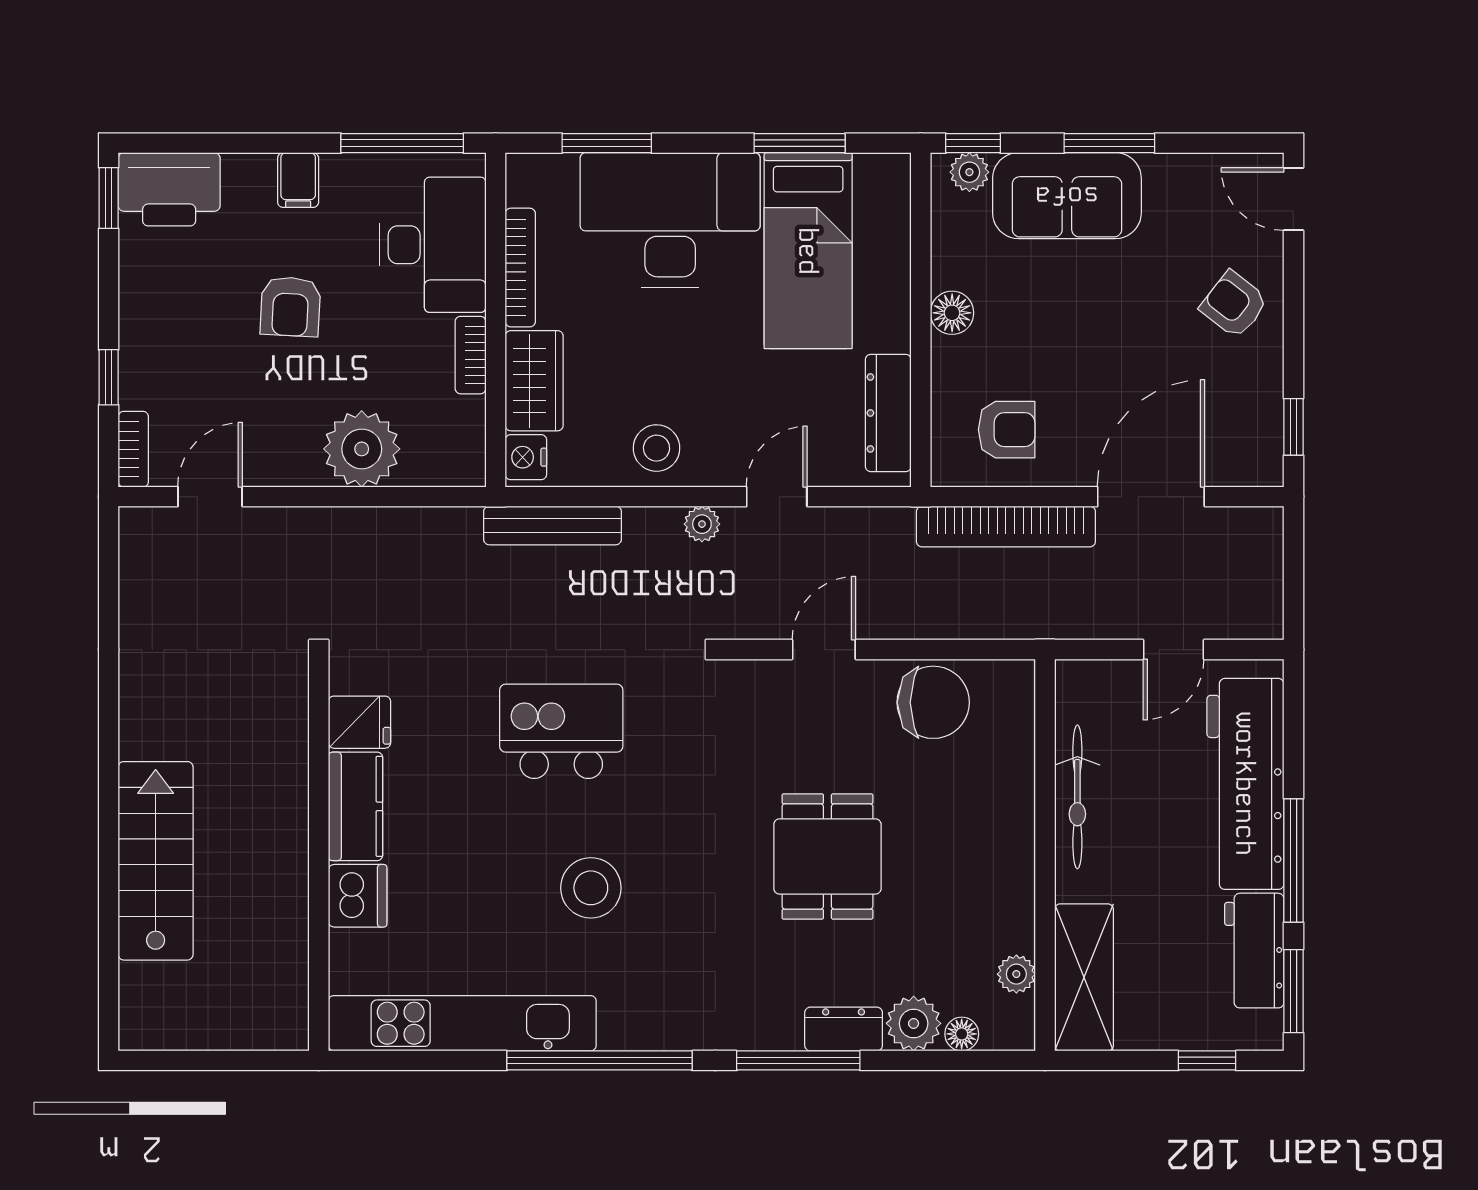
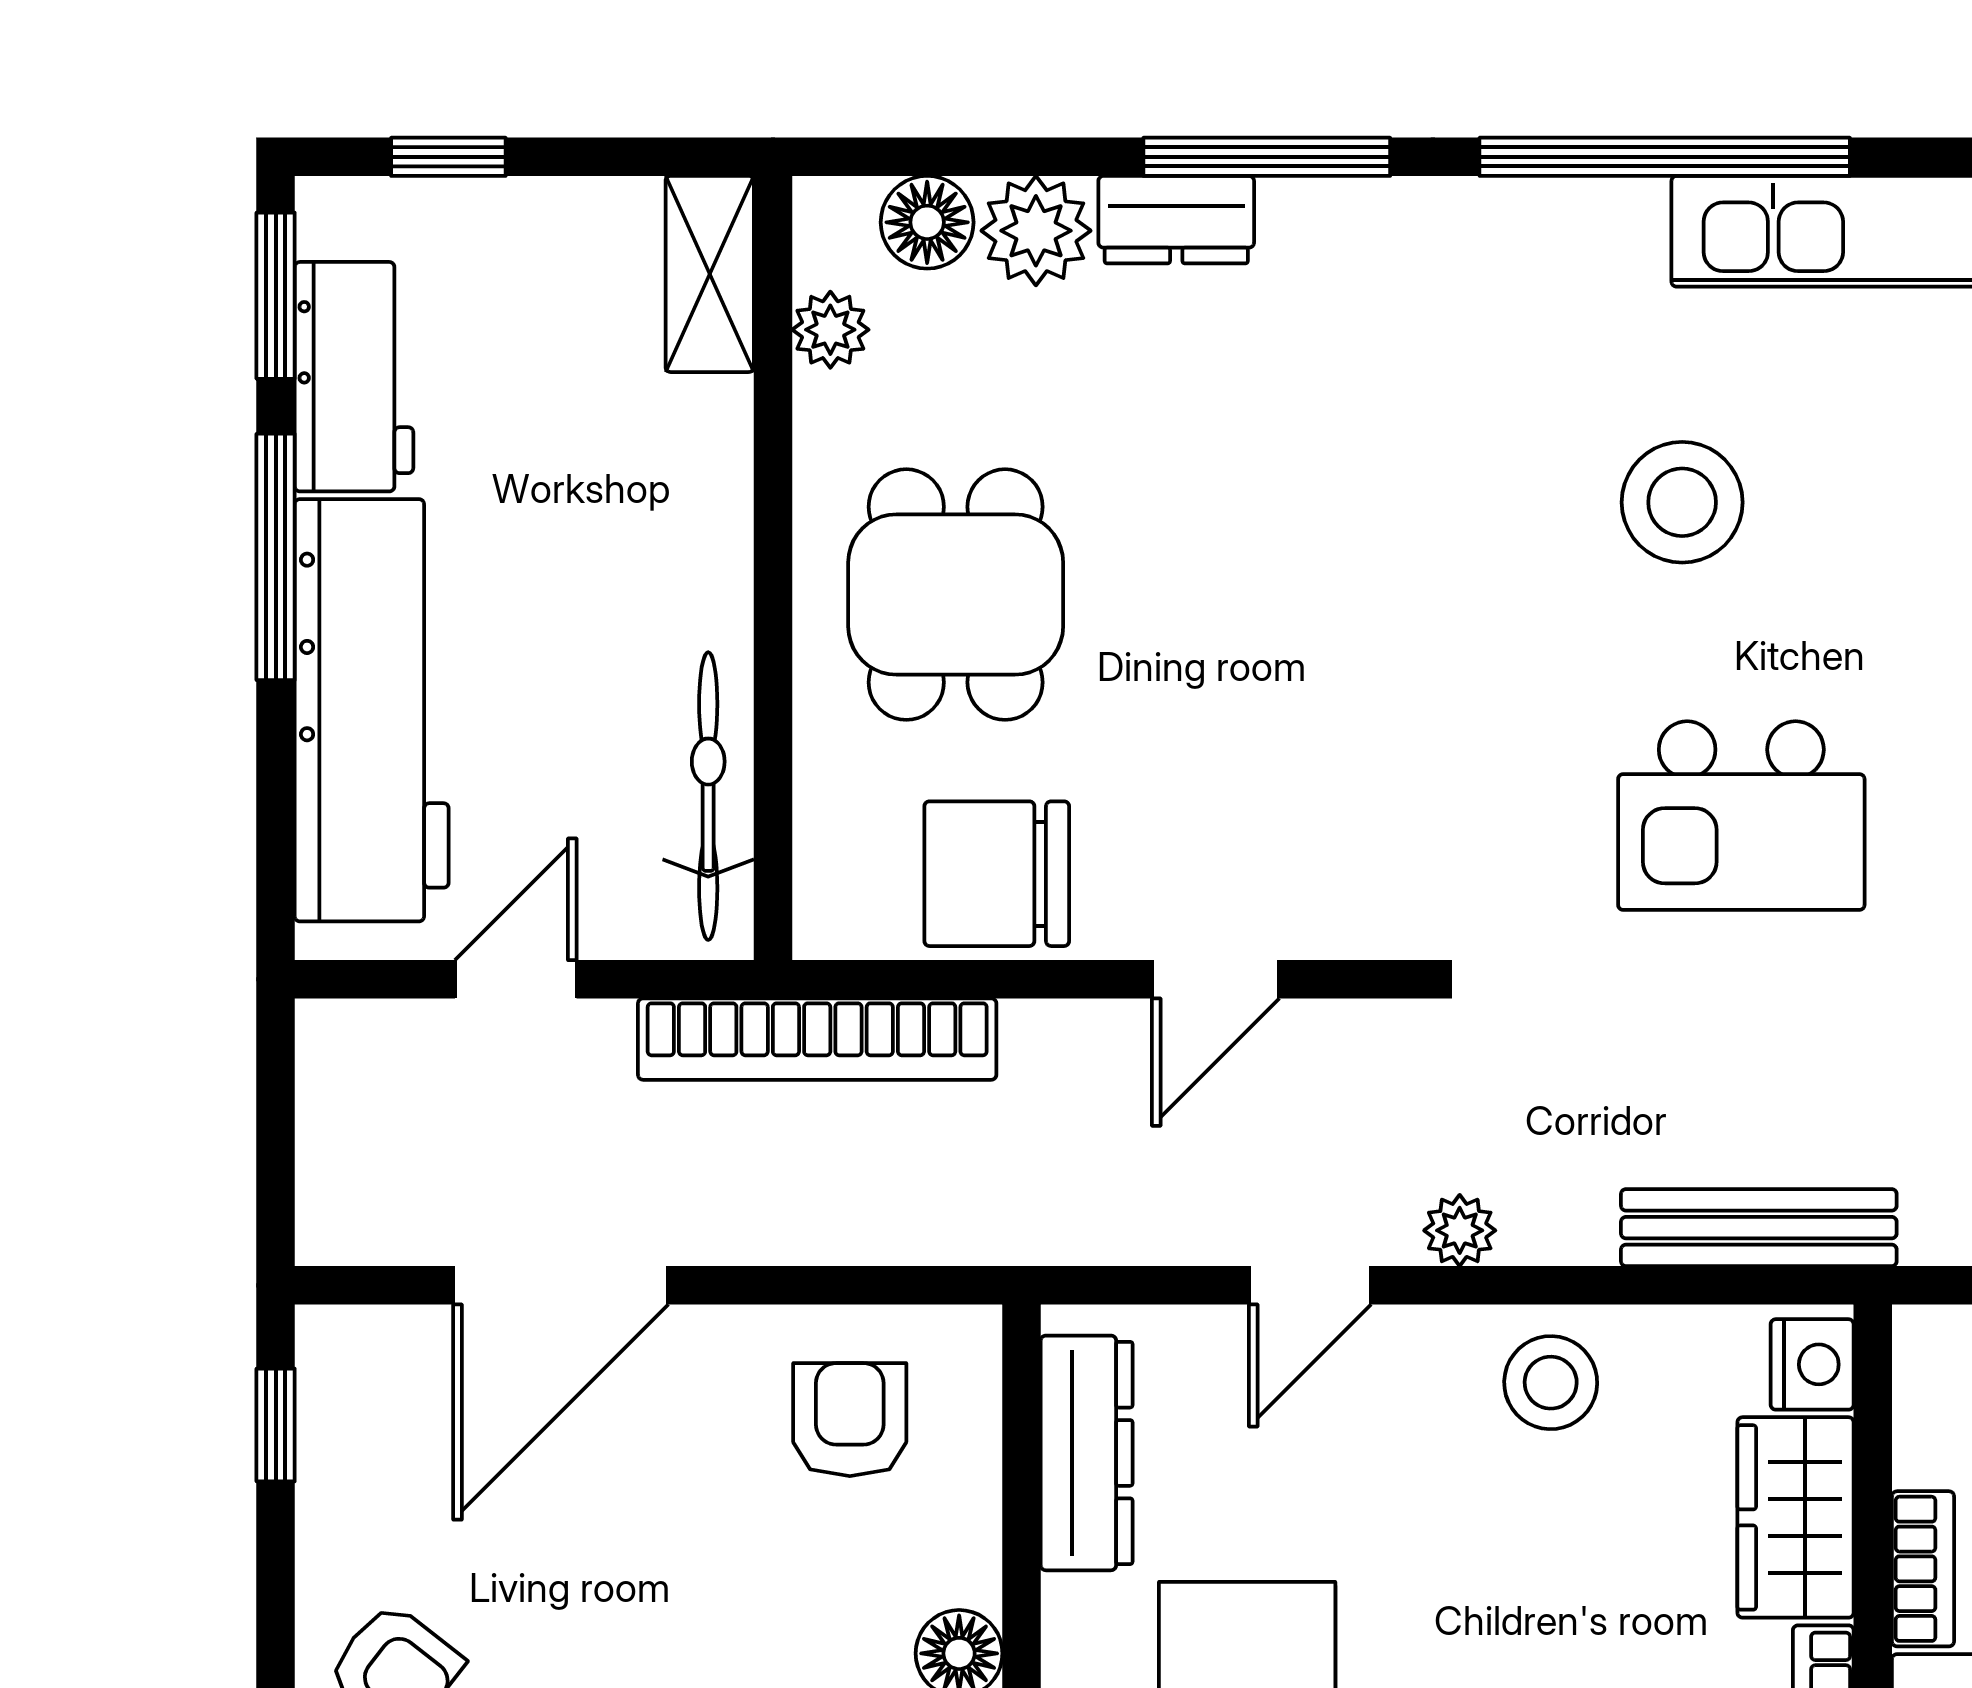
armchair: (1007, 430) -> (850, 1420), turned 90
bookcase: (1006, 527) -> (817, 1039), moved, turned 180
bicycle: (1077, 797) -> (708, 796), moved
dining table: (827, 856) -> (956, 595), moved
shelving: (1084, 977) -> (710, 274), width x0.67, depth x0.75
floor lamp: (962, 1034) -> (927, 222), width x1.37, depth x1.37

